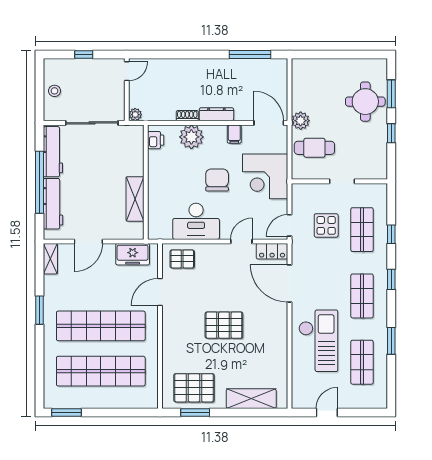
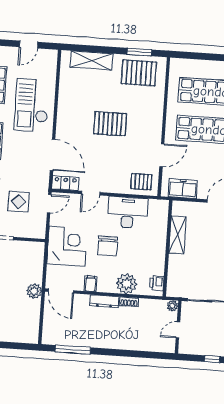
door: (127, 71) -> (178, 330), moved
cafe table: (314, 148) -> (24, 268), removed

